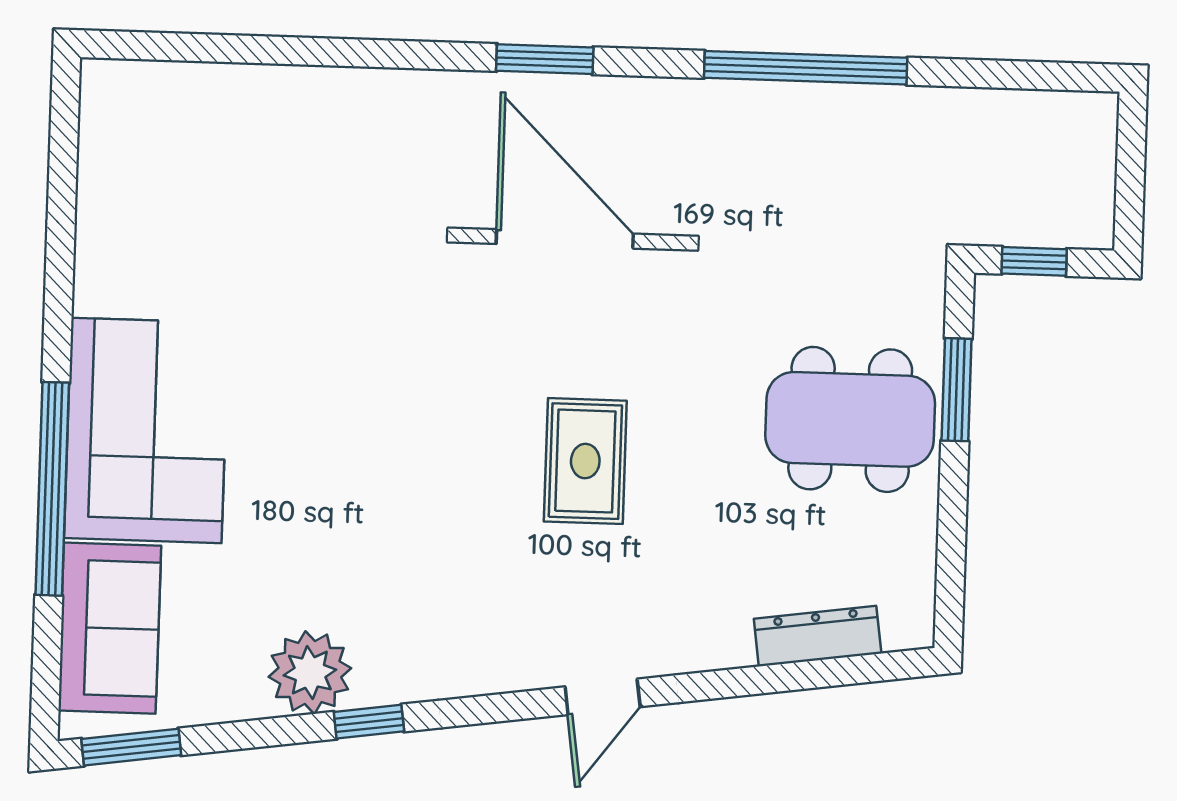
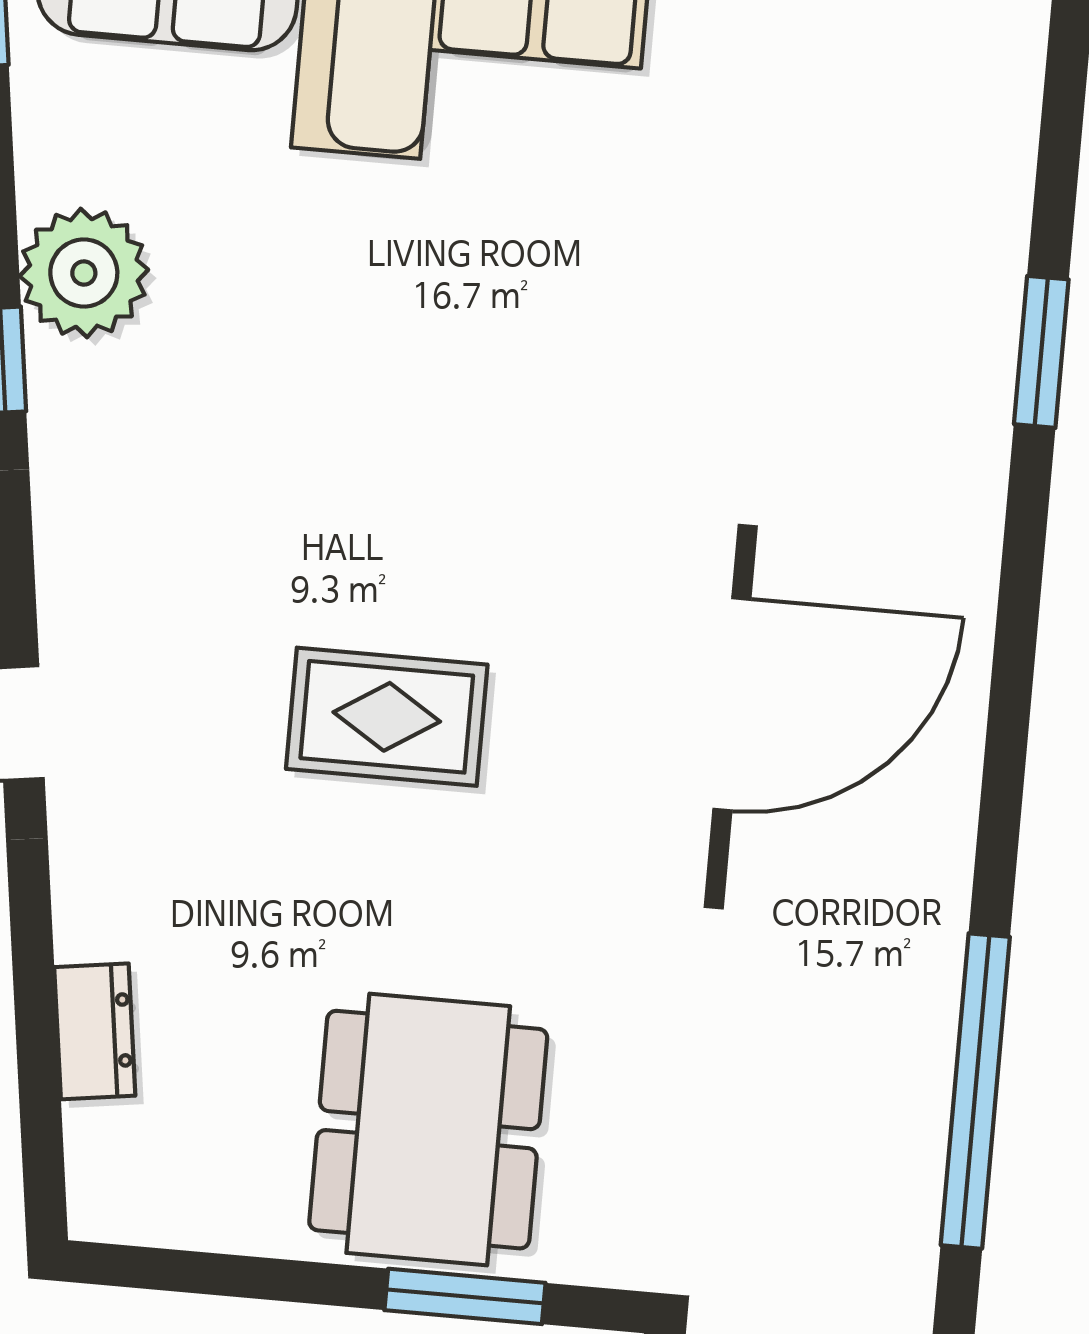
window: (545, 59) -> (1041, 352), moved
dresser: (818, 636) -> (95, 1031), width x0.70

